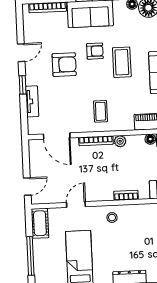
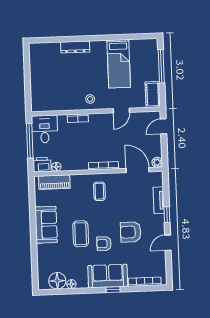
plant: (120, 141) -> (157, 162), moved

